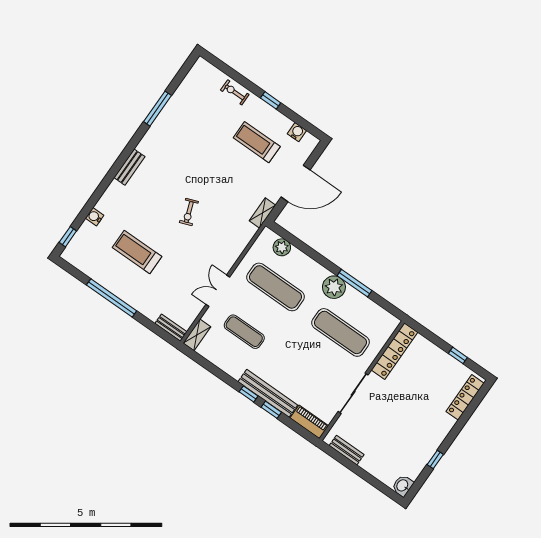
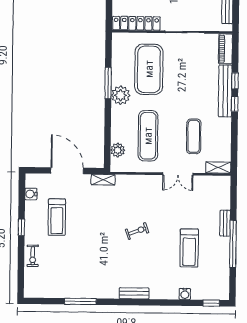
bench: (171, 328) -> (225, 223), moved
exercise mat: (340, 332) -> (149, 69), width x1.47

